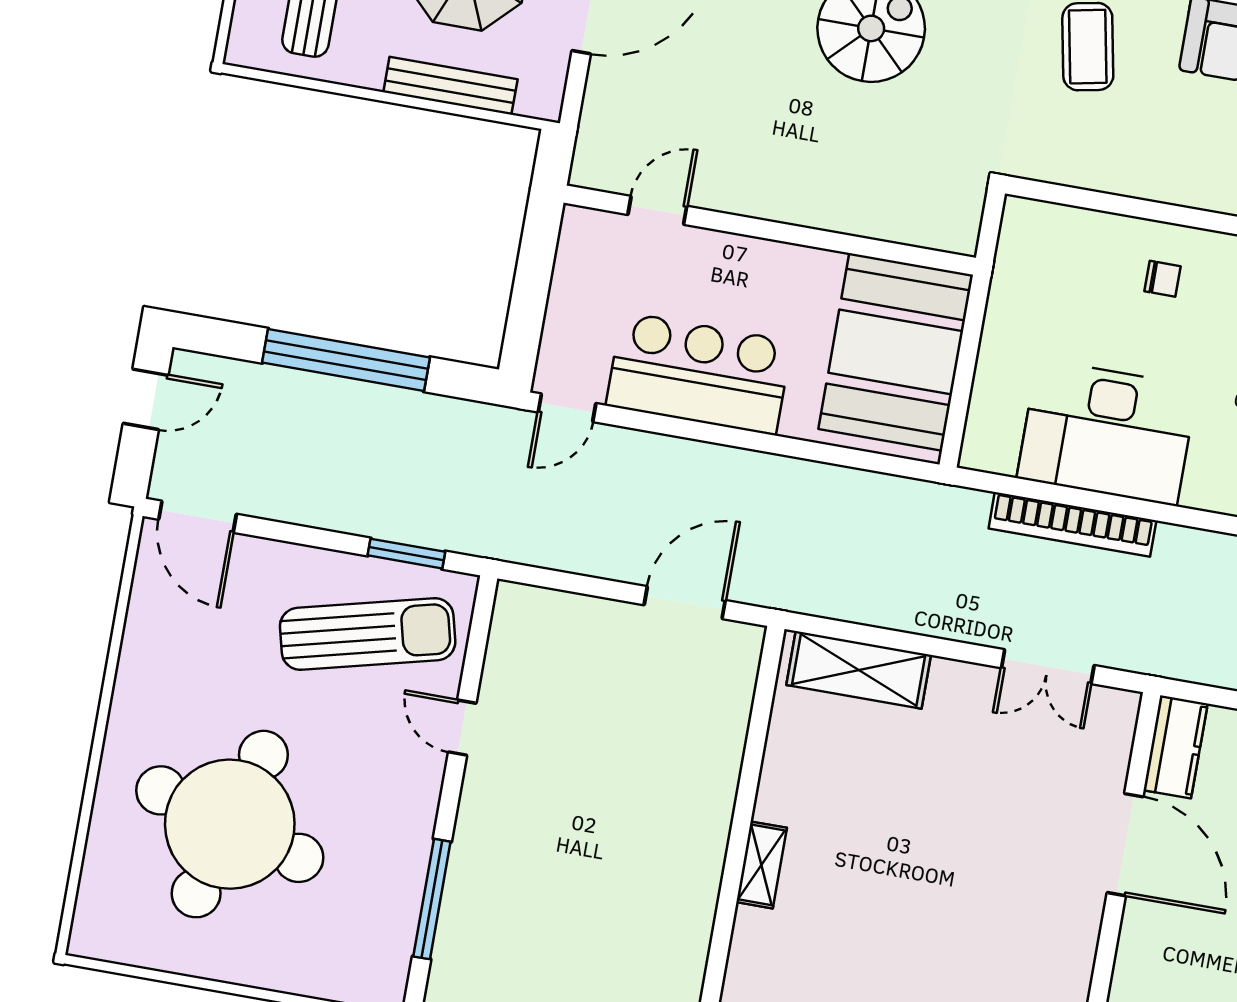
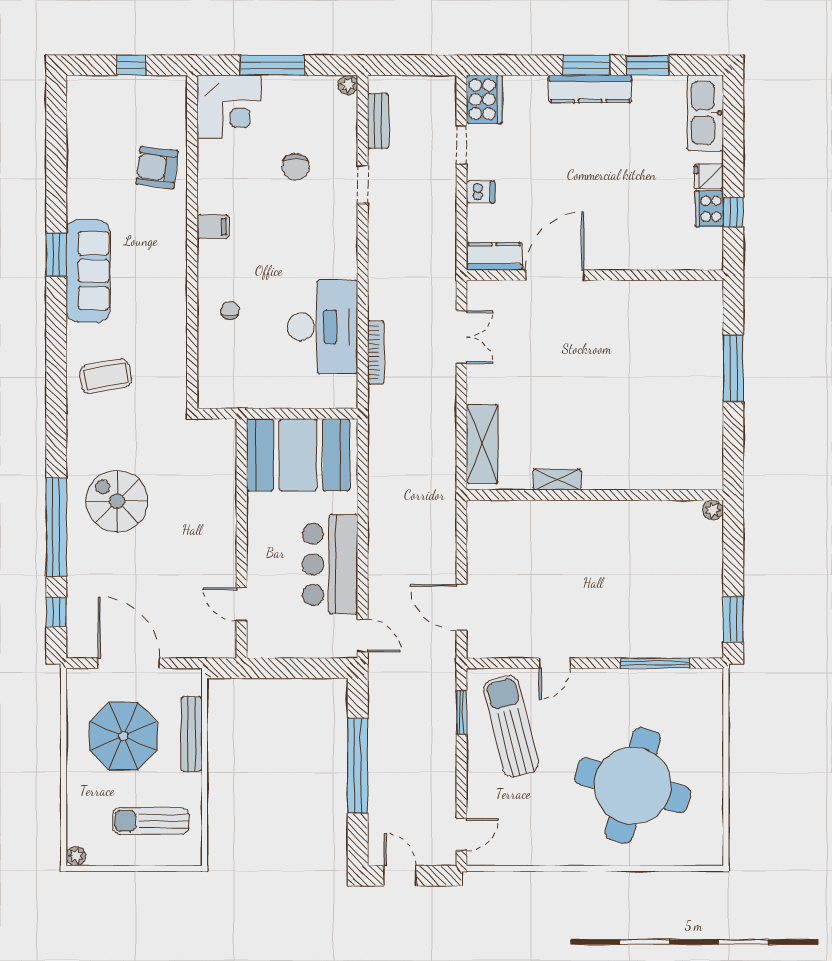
door: (197, 517) -> (462, 835), width x0.73
bookcase: (1072, 524) -> (376, 353), width x0.68, depth x0.76
door: (685, 603) -> (462, 607), moved
shelving: (761, 865) -> (557, 480), moved

